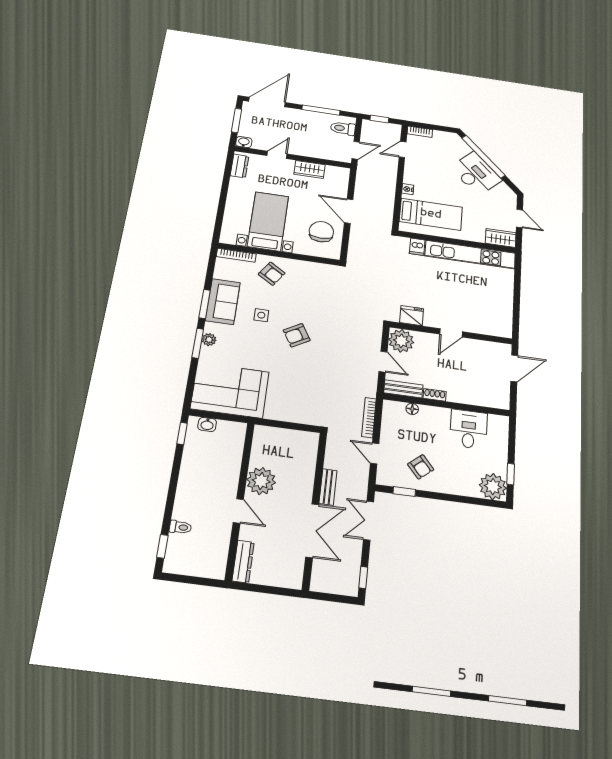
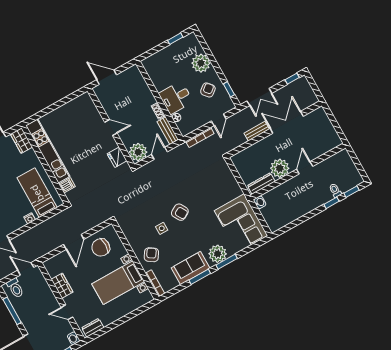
side table: (261, 315) -> (162, 228), moved
plant: (209, 340) -> (218, 254), width x1.88, depth x1.88
washbasin: (207, 424) -> (260, 202), moved
desk: (469, 429) -> (176, 98), moved
window: (182, 433) -> (332, 203), moved
plant: (493, 487) -> (201, 63), moved
dresser: (243, 562) -> (261, 184), moved

